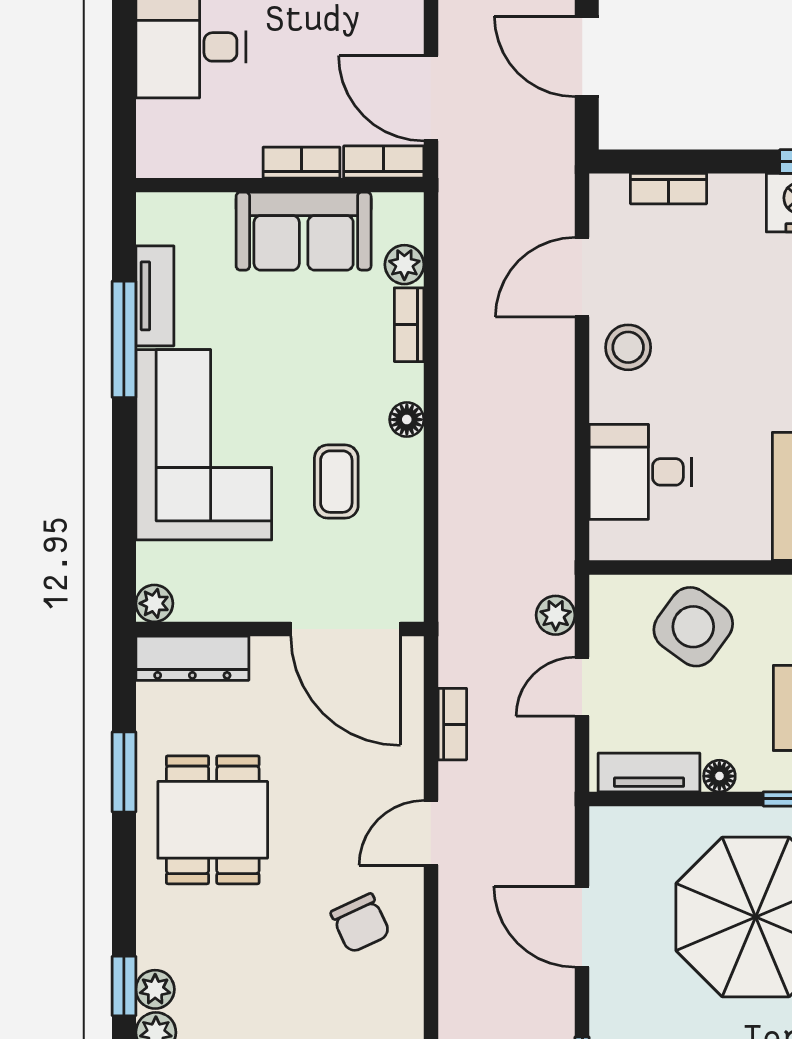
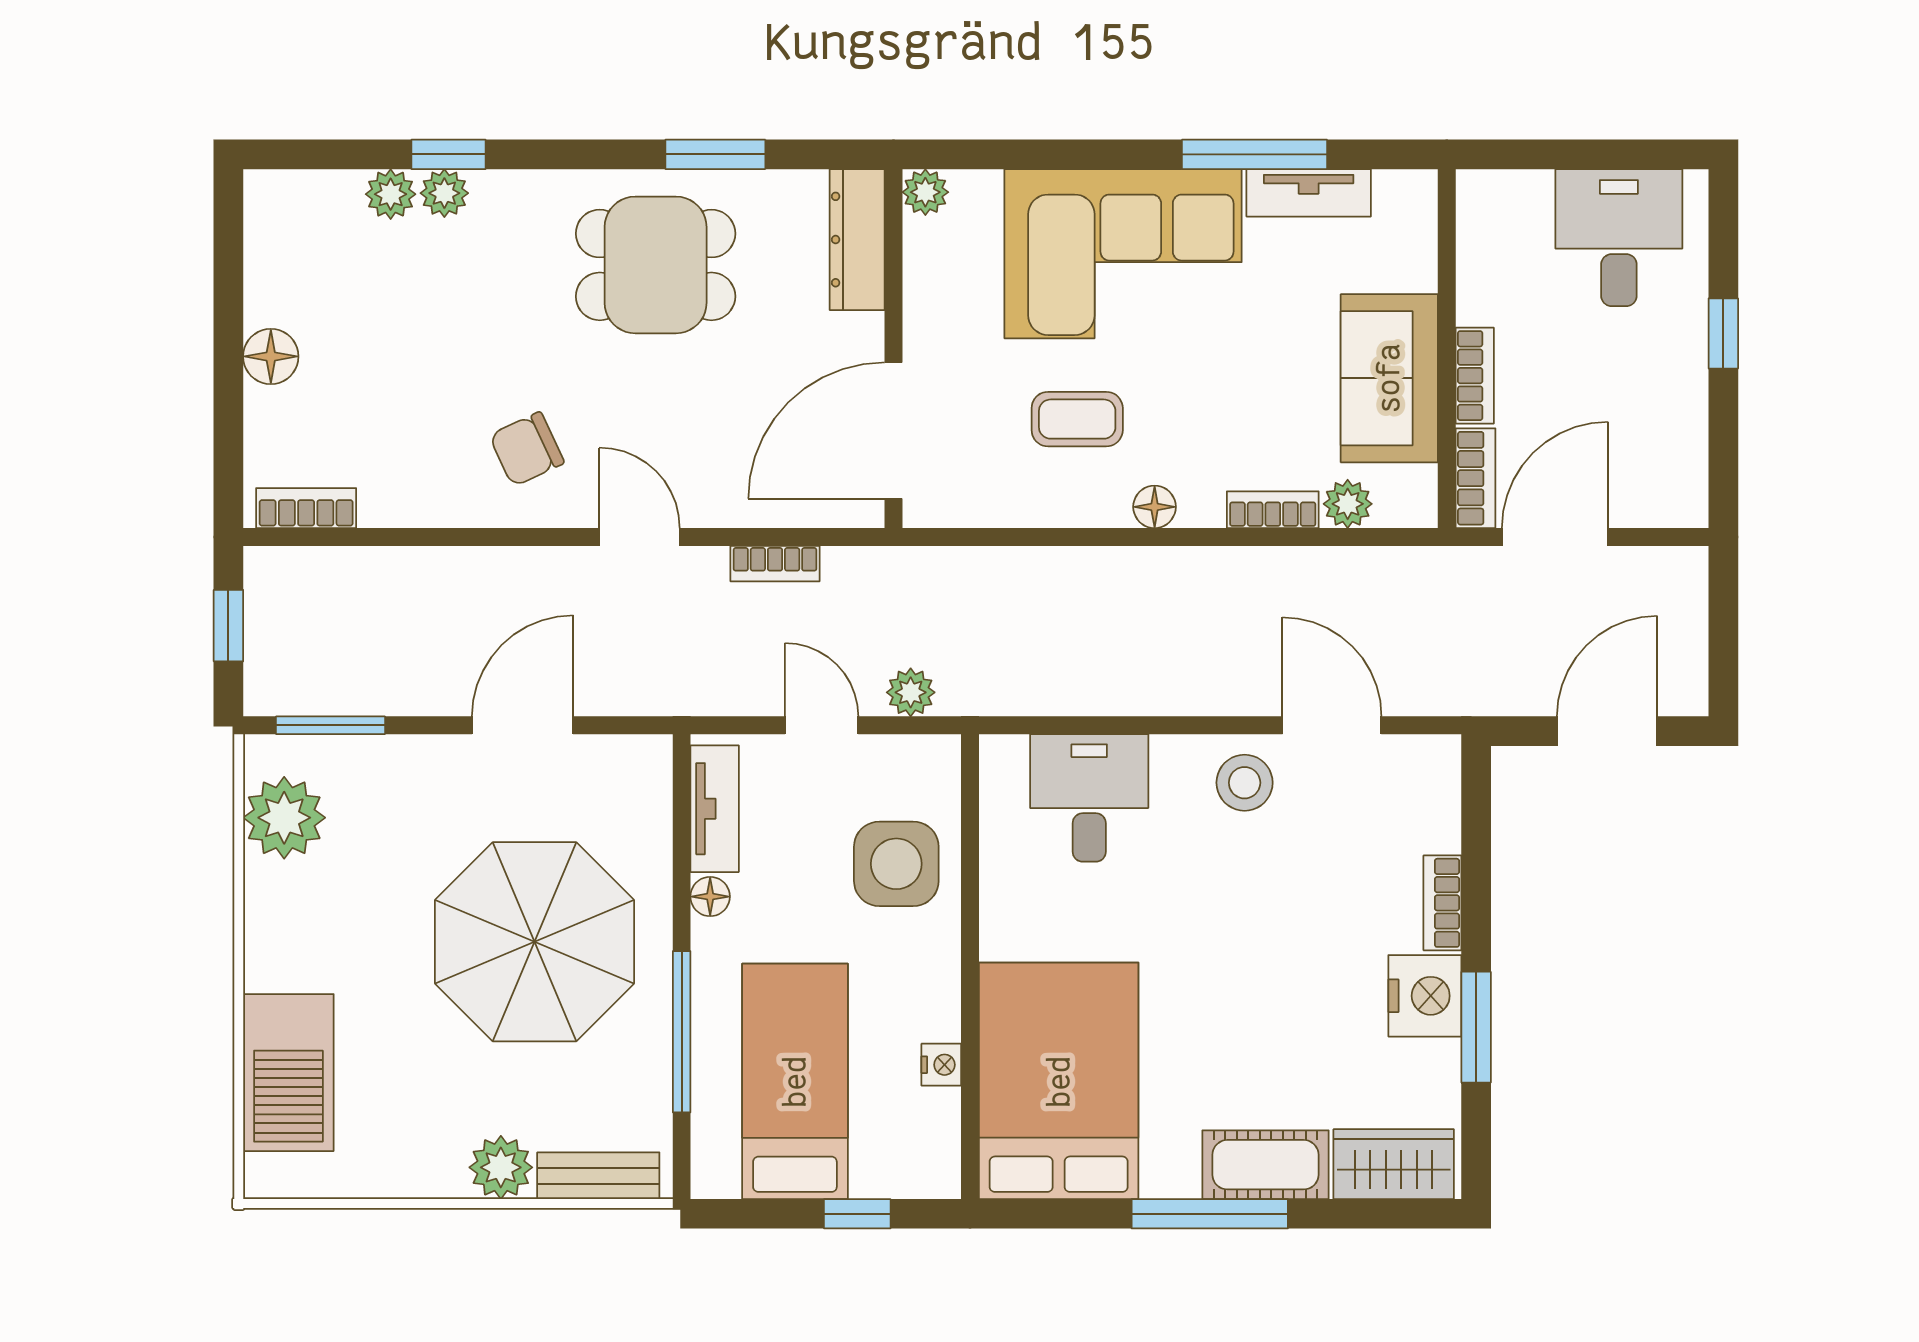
bookcase: (668, 189) -> (1442, 903), moved
side table: (693, 627) -> (896, 864), turned -36

